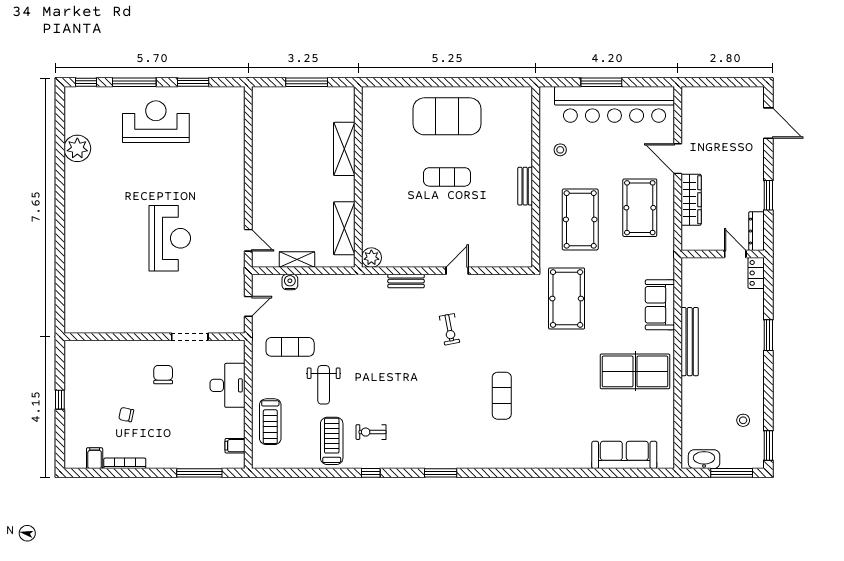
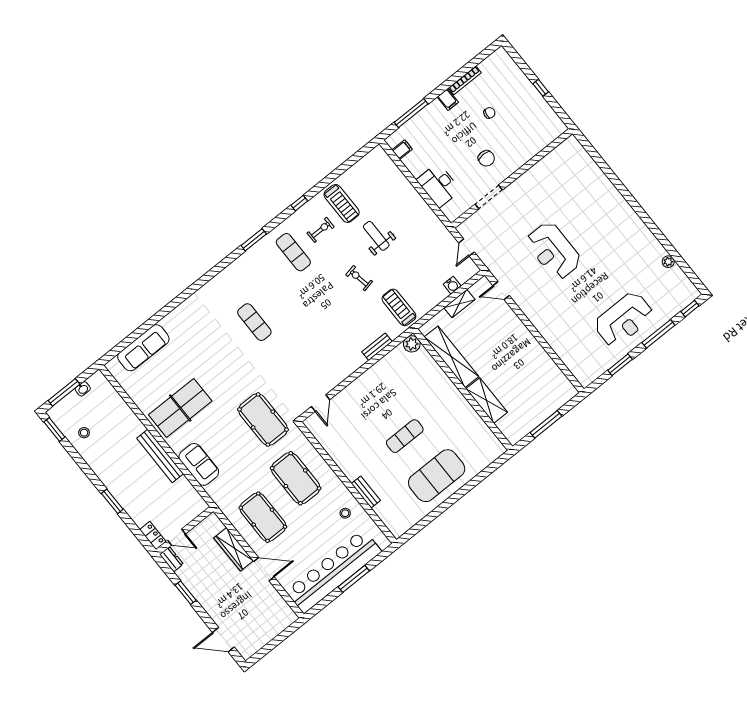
plant: (77, 148) -> (668, 262), width x0.53, depth x0.53
bench: (525, 186) -> (366, 492), moved
shelving: (344, 228) -> (451, 357), width x1.47
dresser: (756, 231) -> (171, 559), width x0.70
door: (457, 271) -> (320, 403), moved
exercise bike: (449, 329) -> (359, 278), moved
exercise mat: (290, 347) -> (293, 252), moved, turned 90
treadmill: (270, 422) -> (399, 307), moved
filing cabinet: (95, 458) -> (448, 100), moved
washbasin: (704, 459) -> (83, 389), width x0.52, depth x0.69

